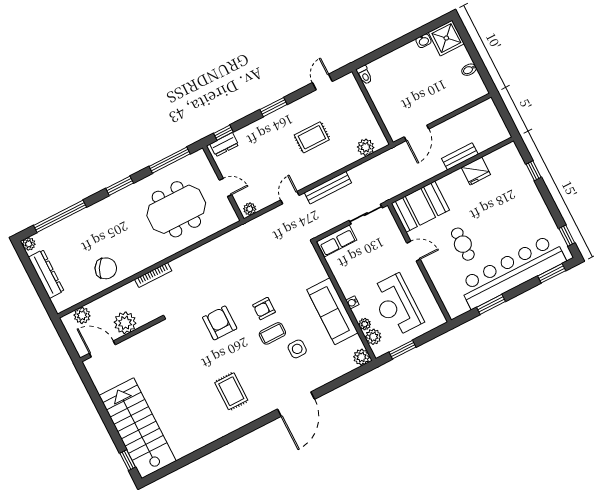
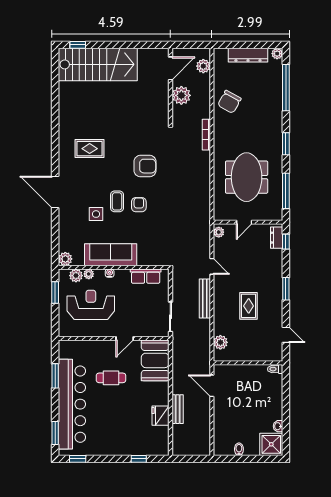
row of seats: (337, 241) -> (146, 276), moved, turned -90

